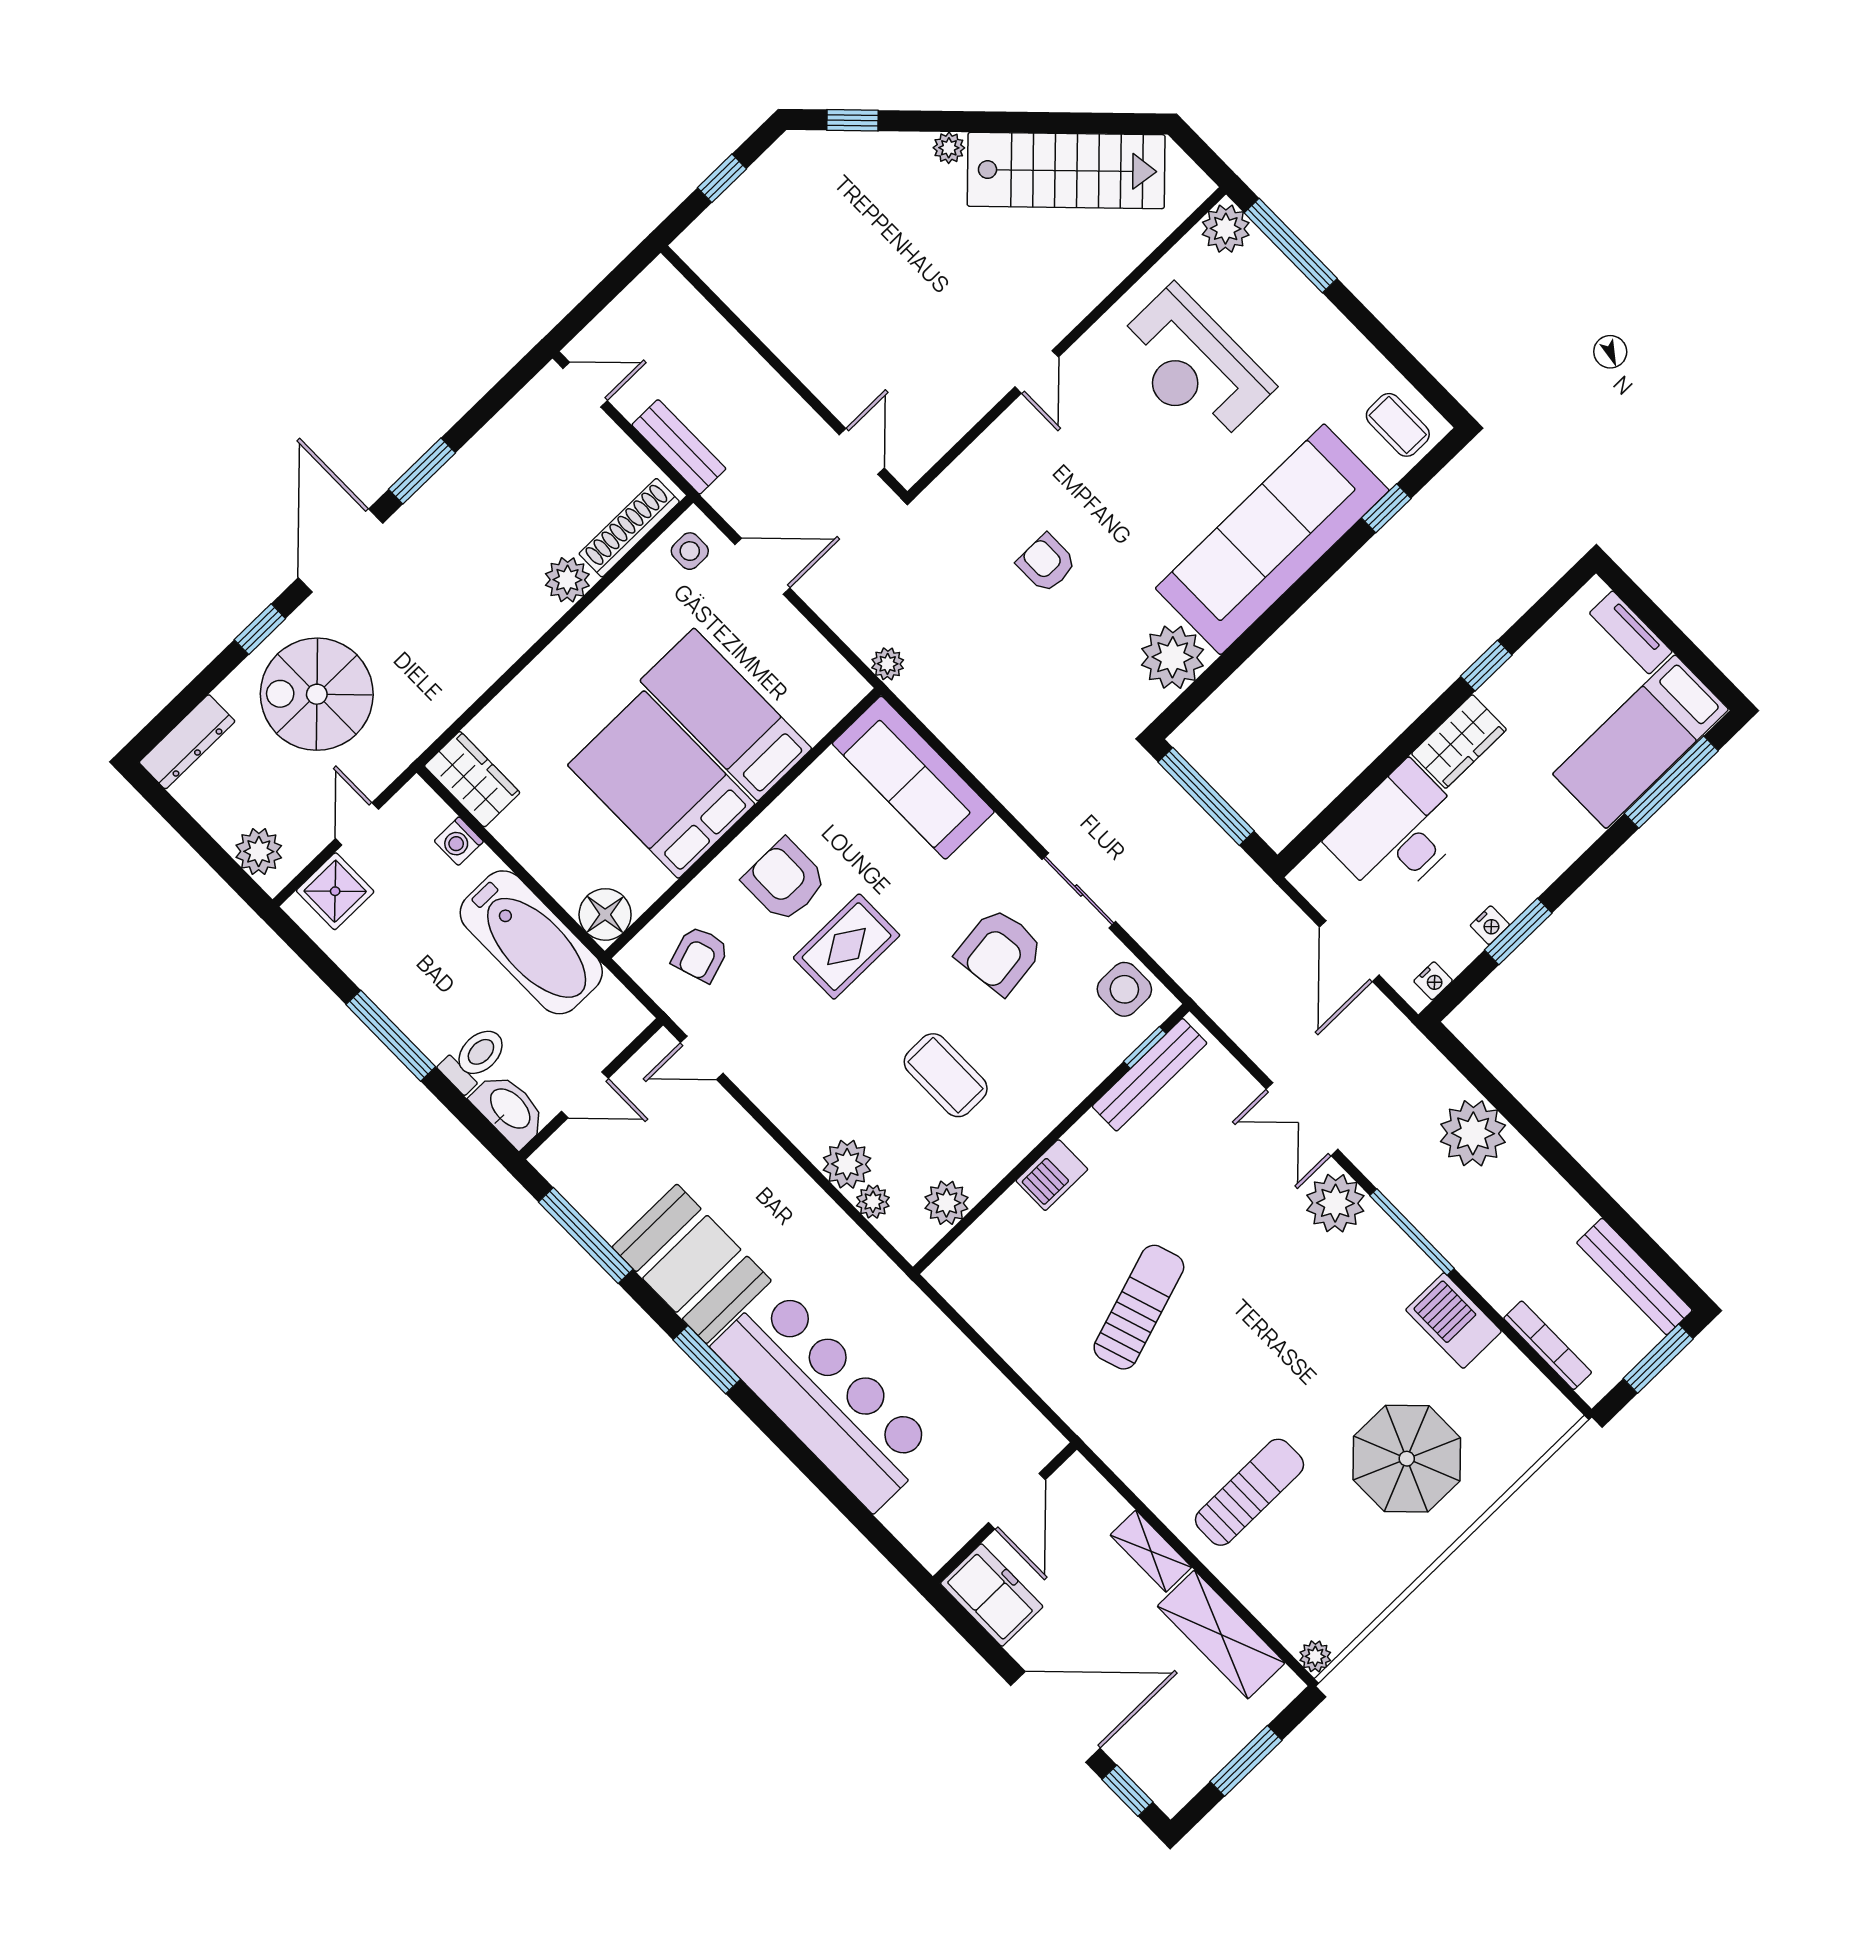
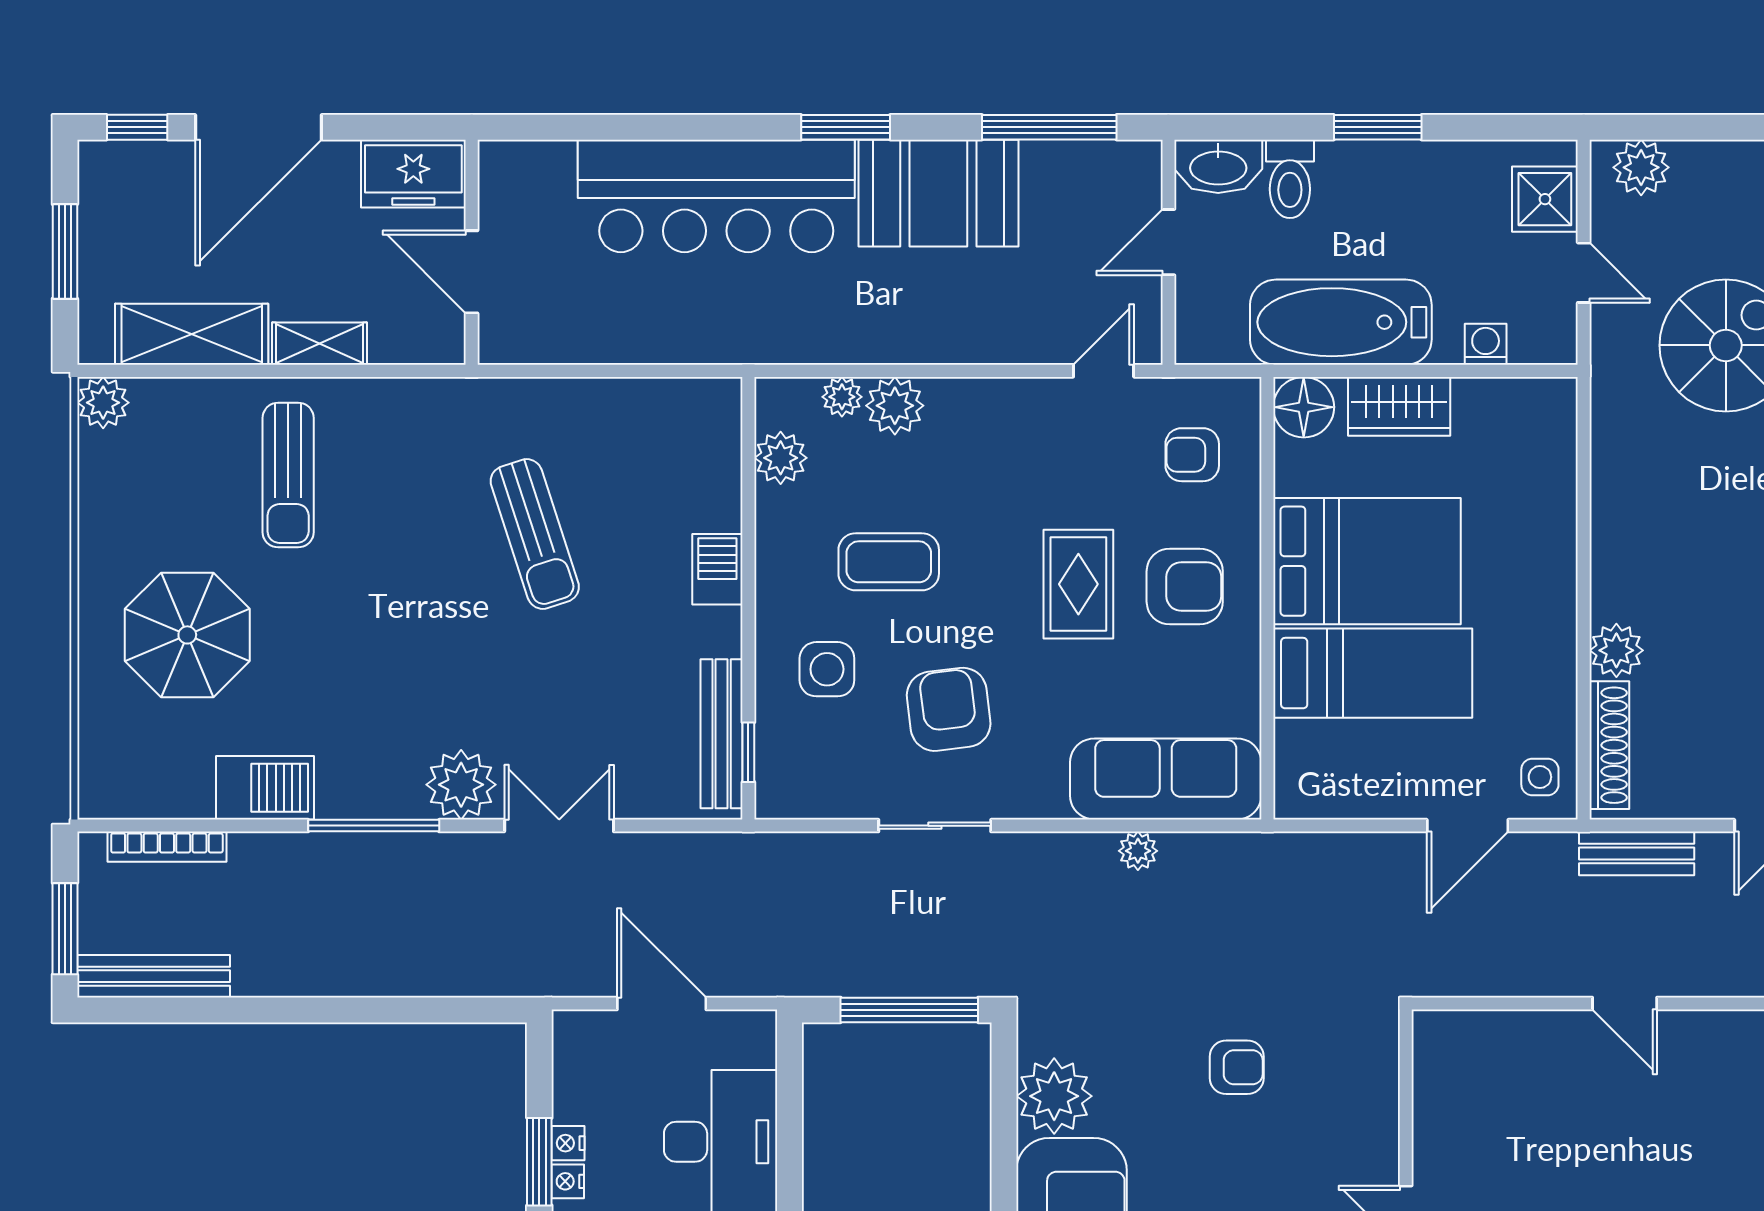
door: (862, 451) -> (1625, 1003), moved
plant: (888, 664) -> (1138, 851), moved
wardrobe: (472, 779) -> (1399, 406), moved
armchair: (700, 954) -> (1192, 455), turned -72
nightstand: (1433, 981) -> (568, 1181), moved
side table: (1124, 989) -> (827, 669), moved
window: (391, 1036) -> (1378, 127), width x0.69
plant: (1473, 1133) -> (407, 958), removed
plant: (1315, 1656) -> (103, 403), width x1.38, depth x1.38

